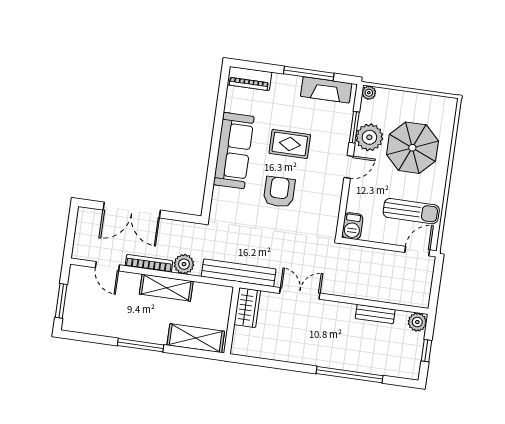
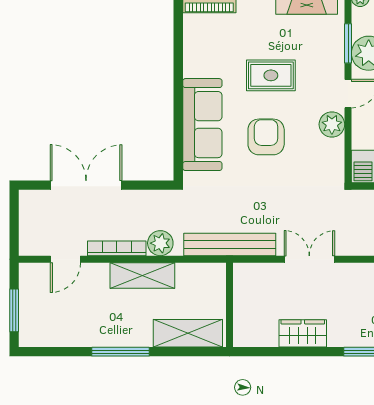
sofa: (234, 151) -> (202, 125), moved
plant: (332, 189) -> (332, 124), added
double door: (132, 210) -> (86, 185), swing flipped
door: (107, 266) -> (65, 259), hinge flipped
wardrobe: (247, 308) -> (303, 333), moved, turned -90

